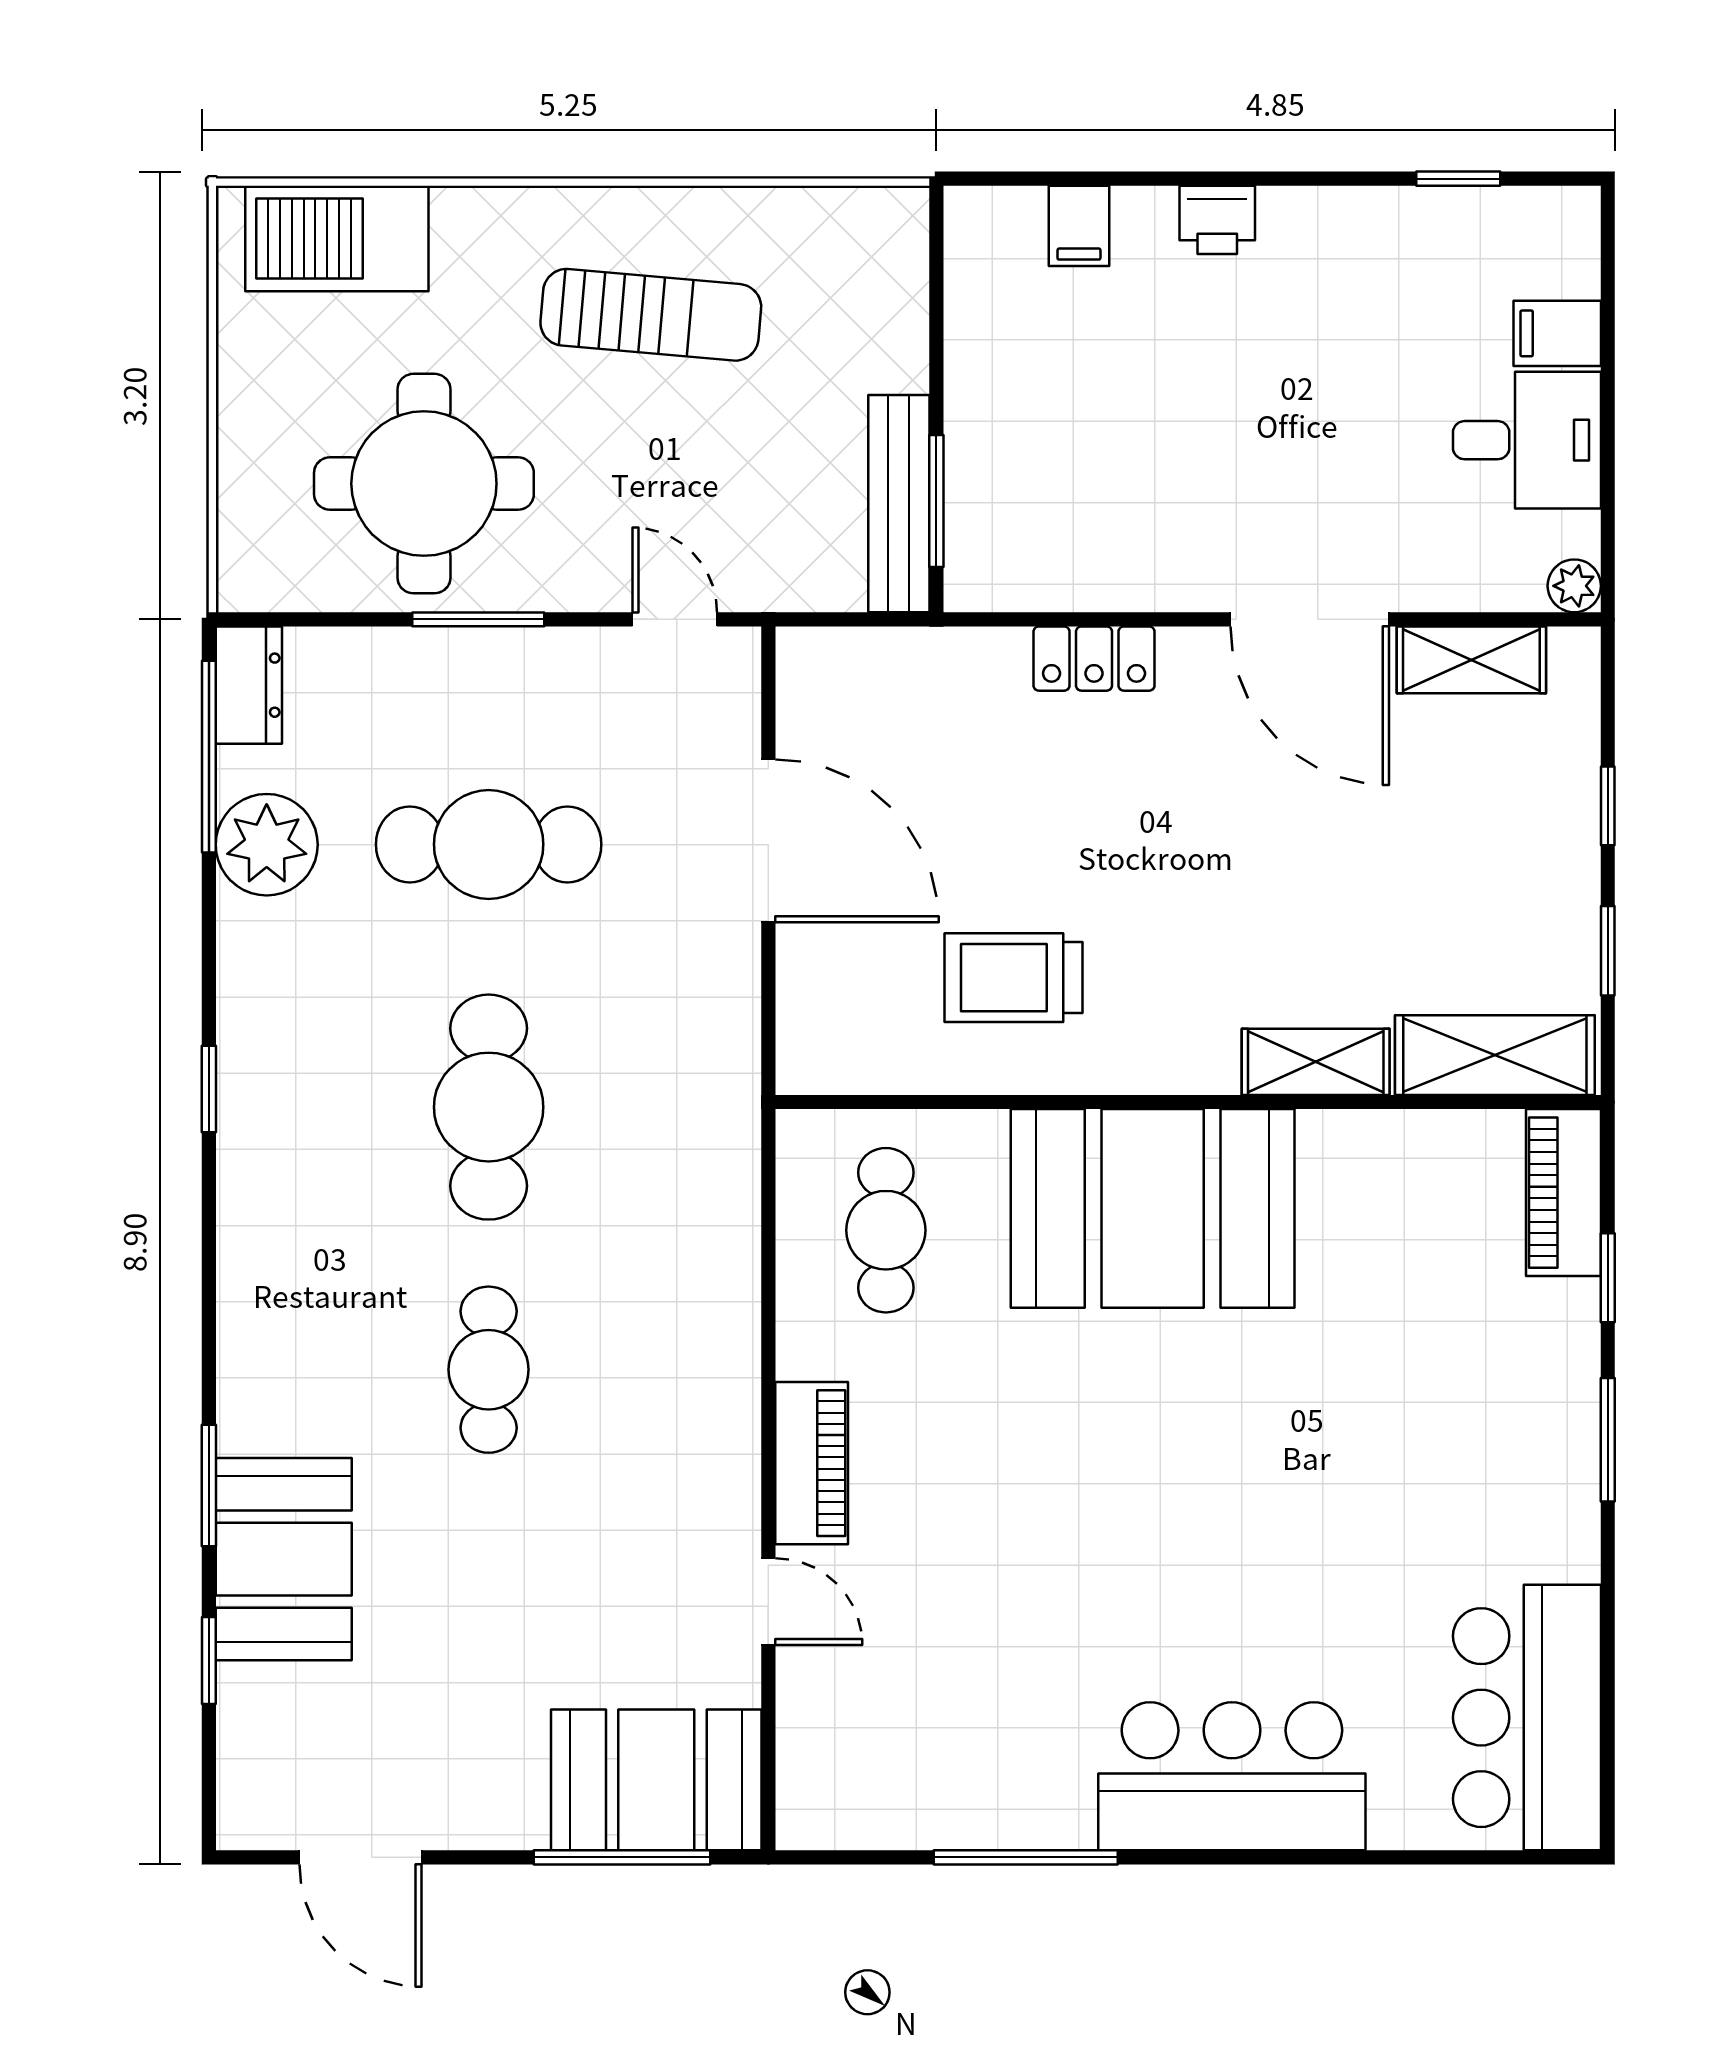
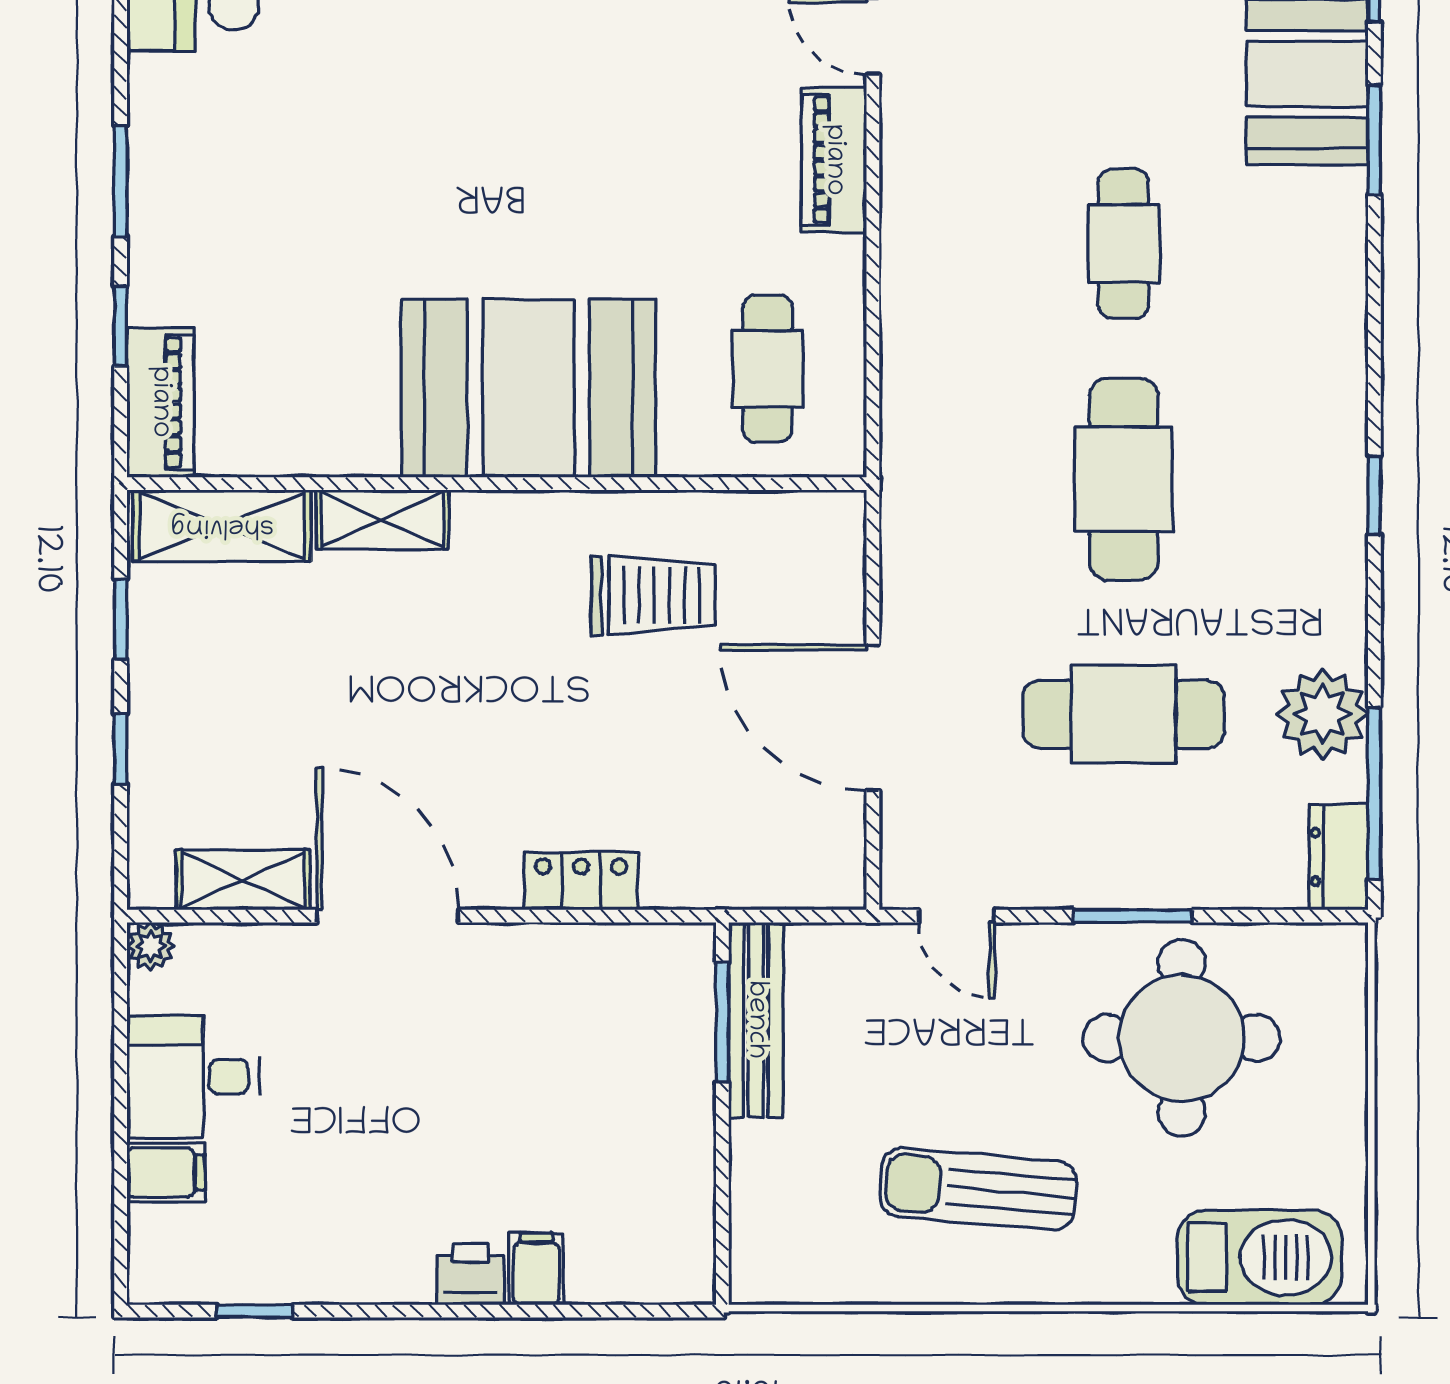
filing cabinet: (1079, 226) -> (536, 1269), moved

